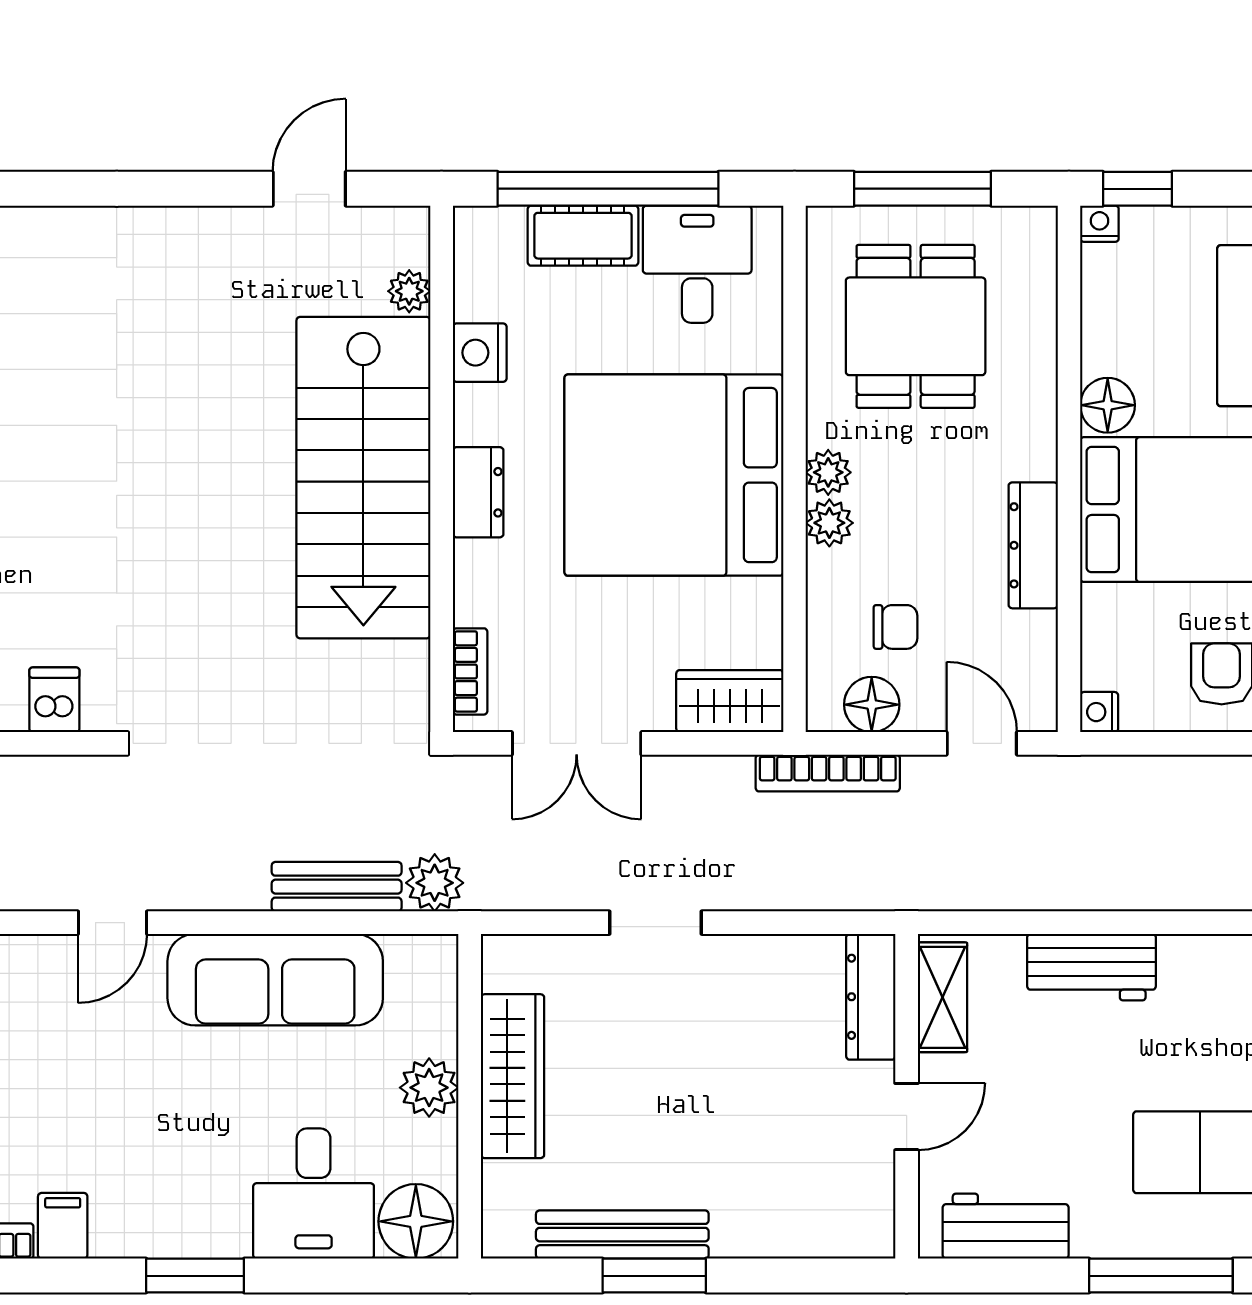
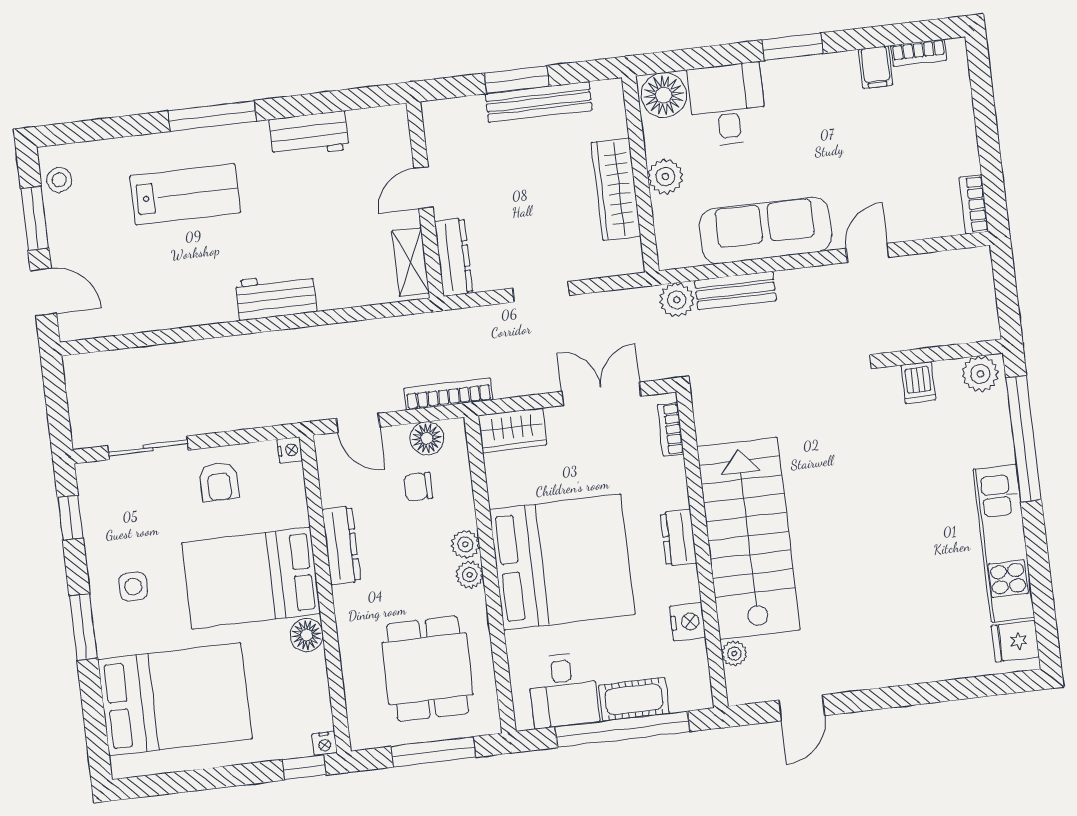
dresser: (871, 997) -> (454, 257), moved
shelving: (942, 997) -> (411, 262), moved
wall: (907, 1096) -> (425, 200), moved
door: (907, 1117) -> (424, 188), moved

